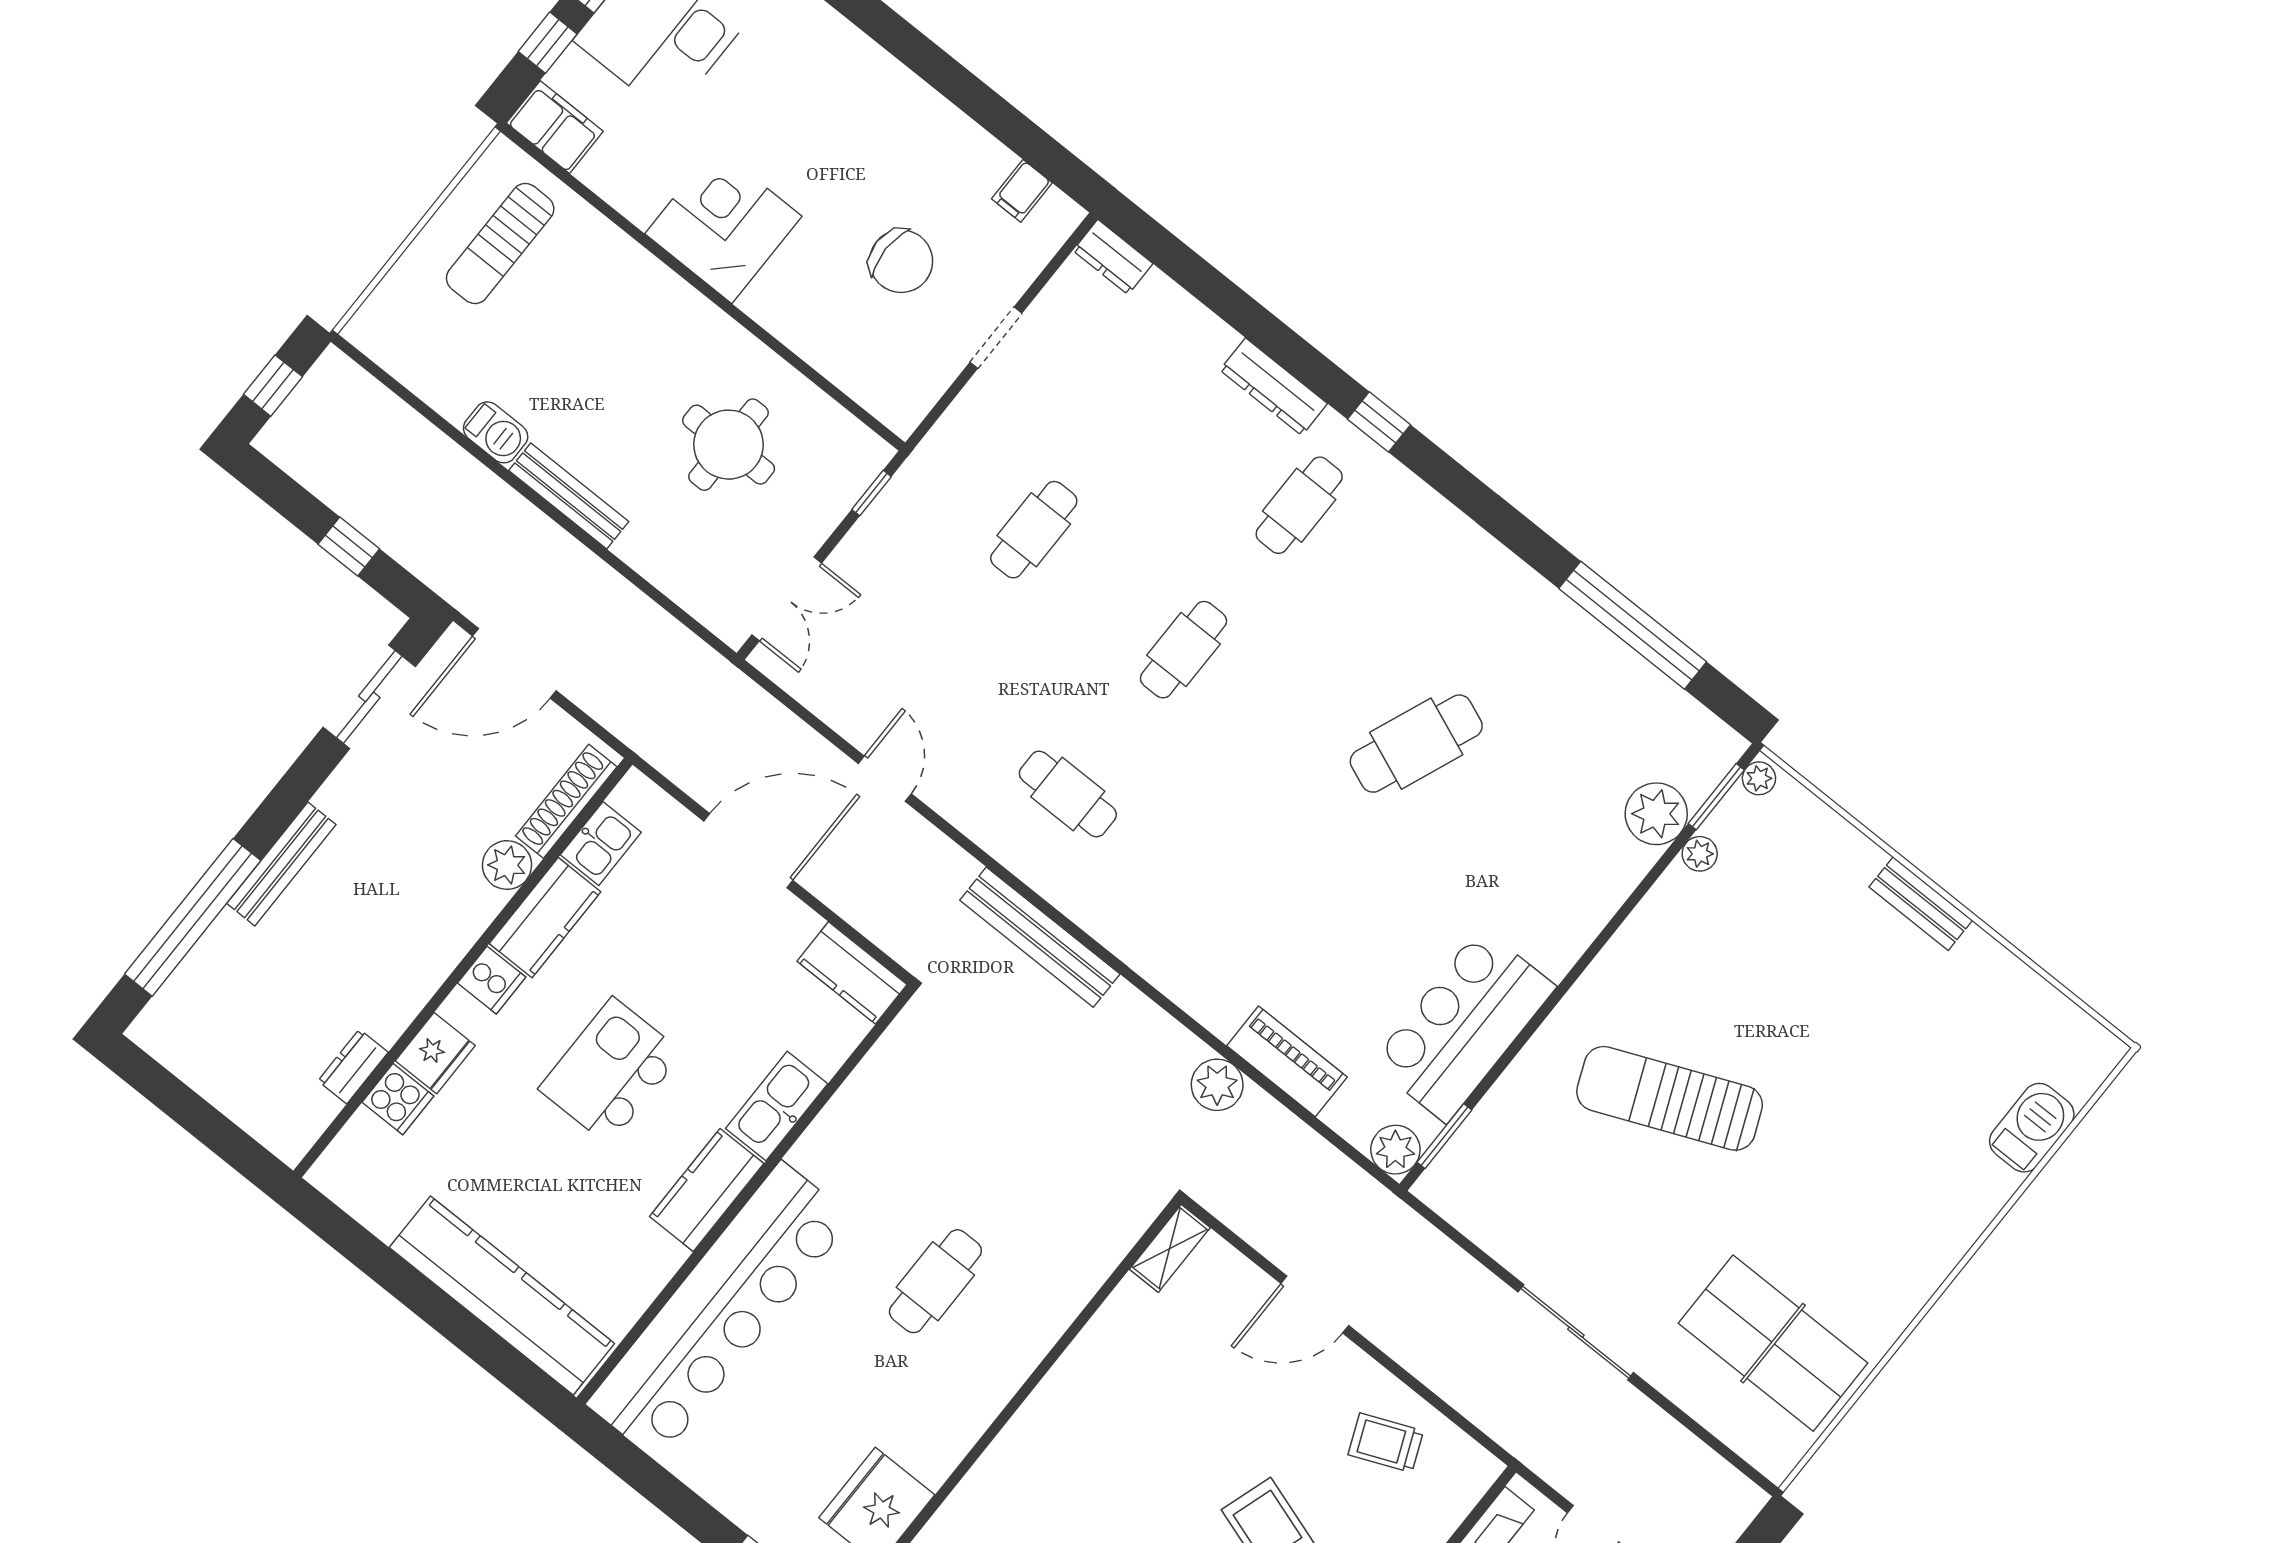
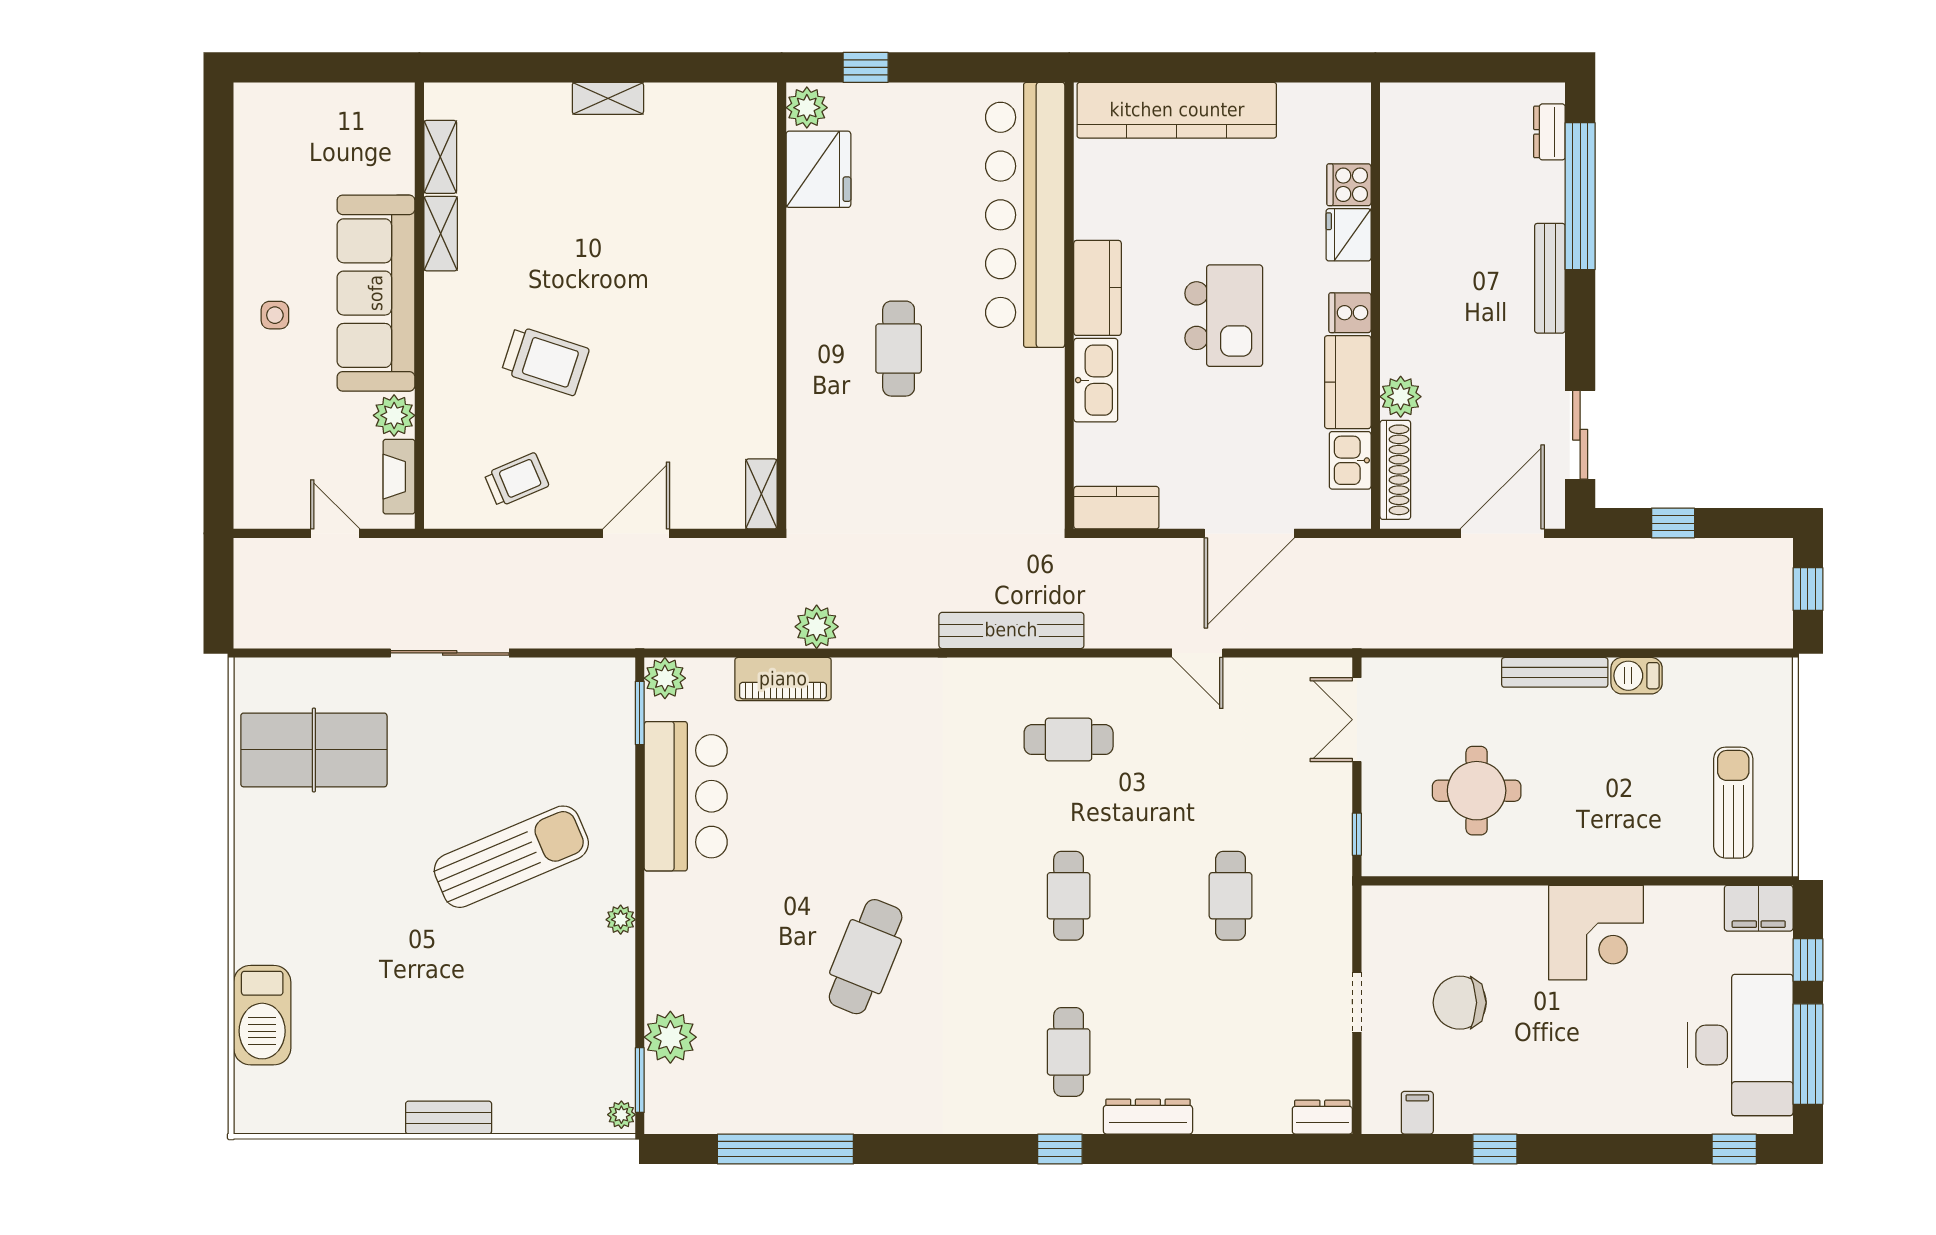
window: (977, 100) -> (1495, 1149), added
plant: (1700, 854) -> (621, 920), moved
dresser: (353, 1067) -> (1549, 132), moved, turned 180
barbecue: (2032, 1128) -> (262, 1015), width x1.37, depth x1.21

